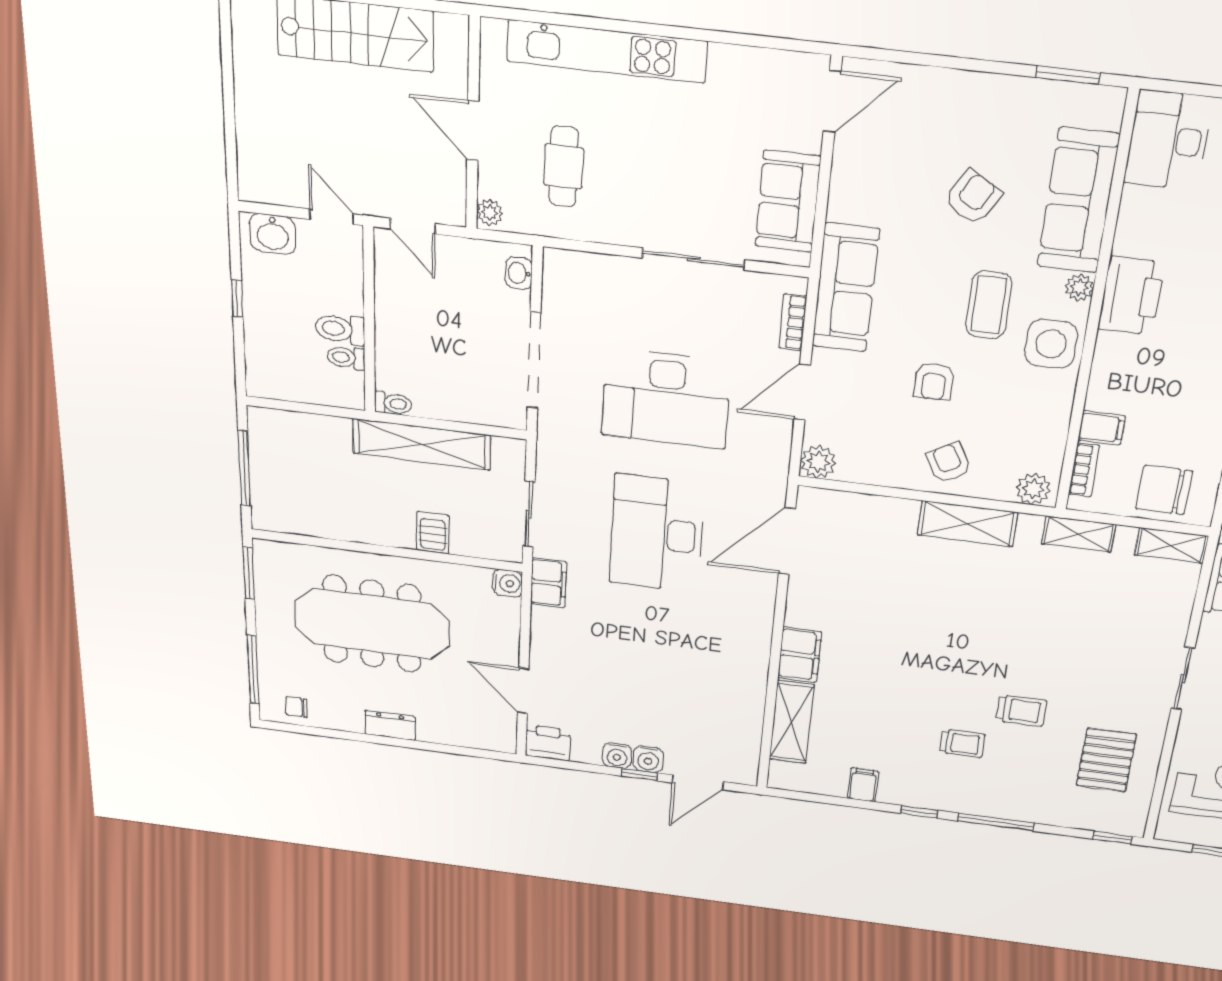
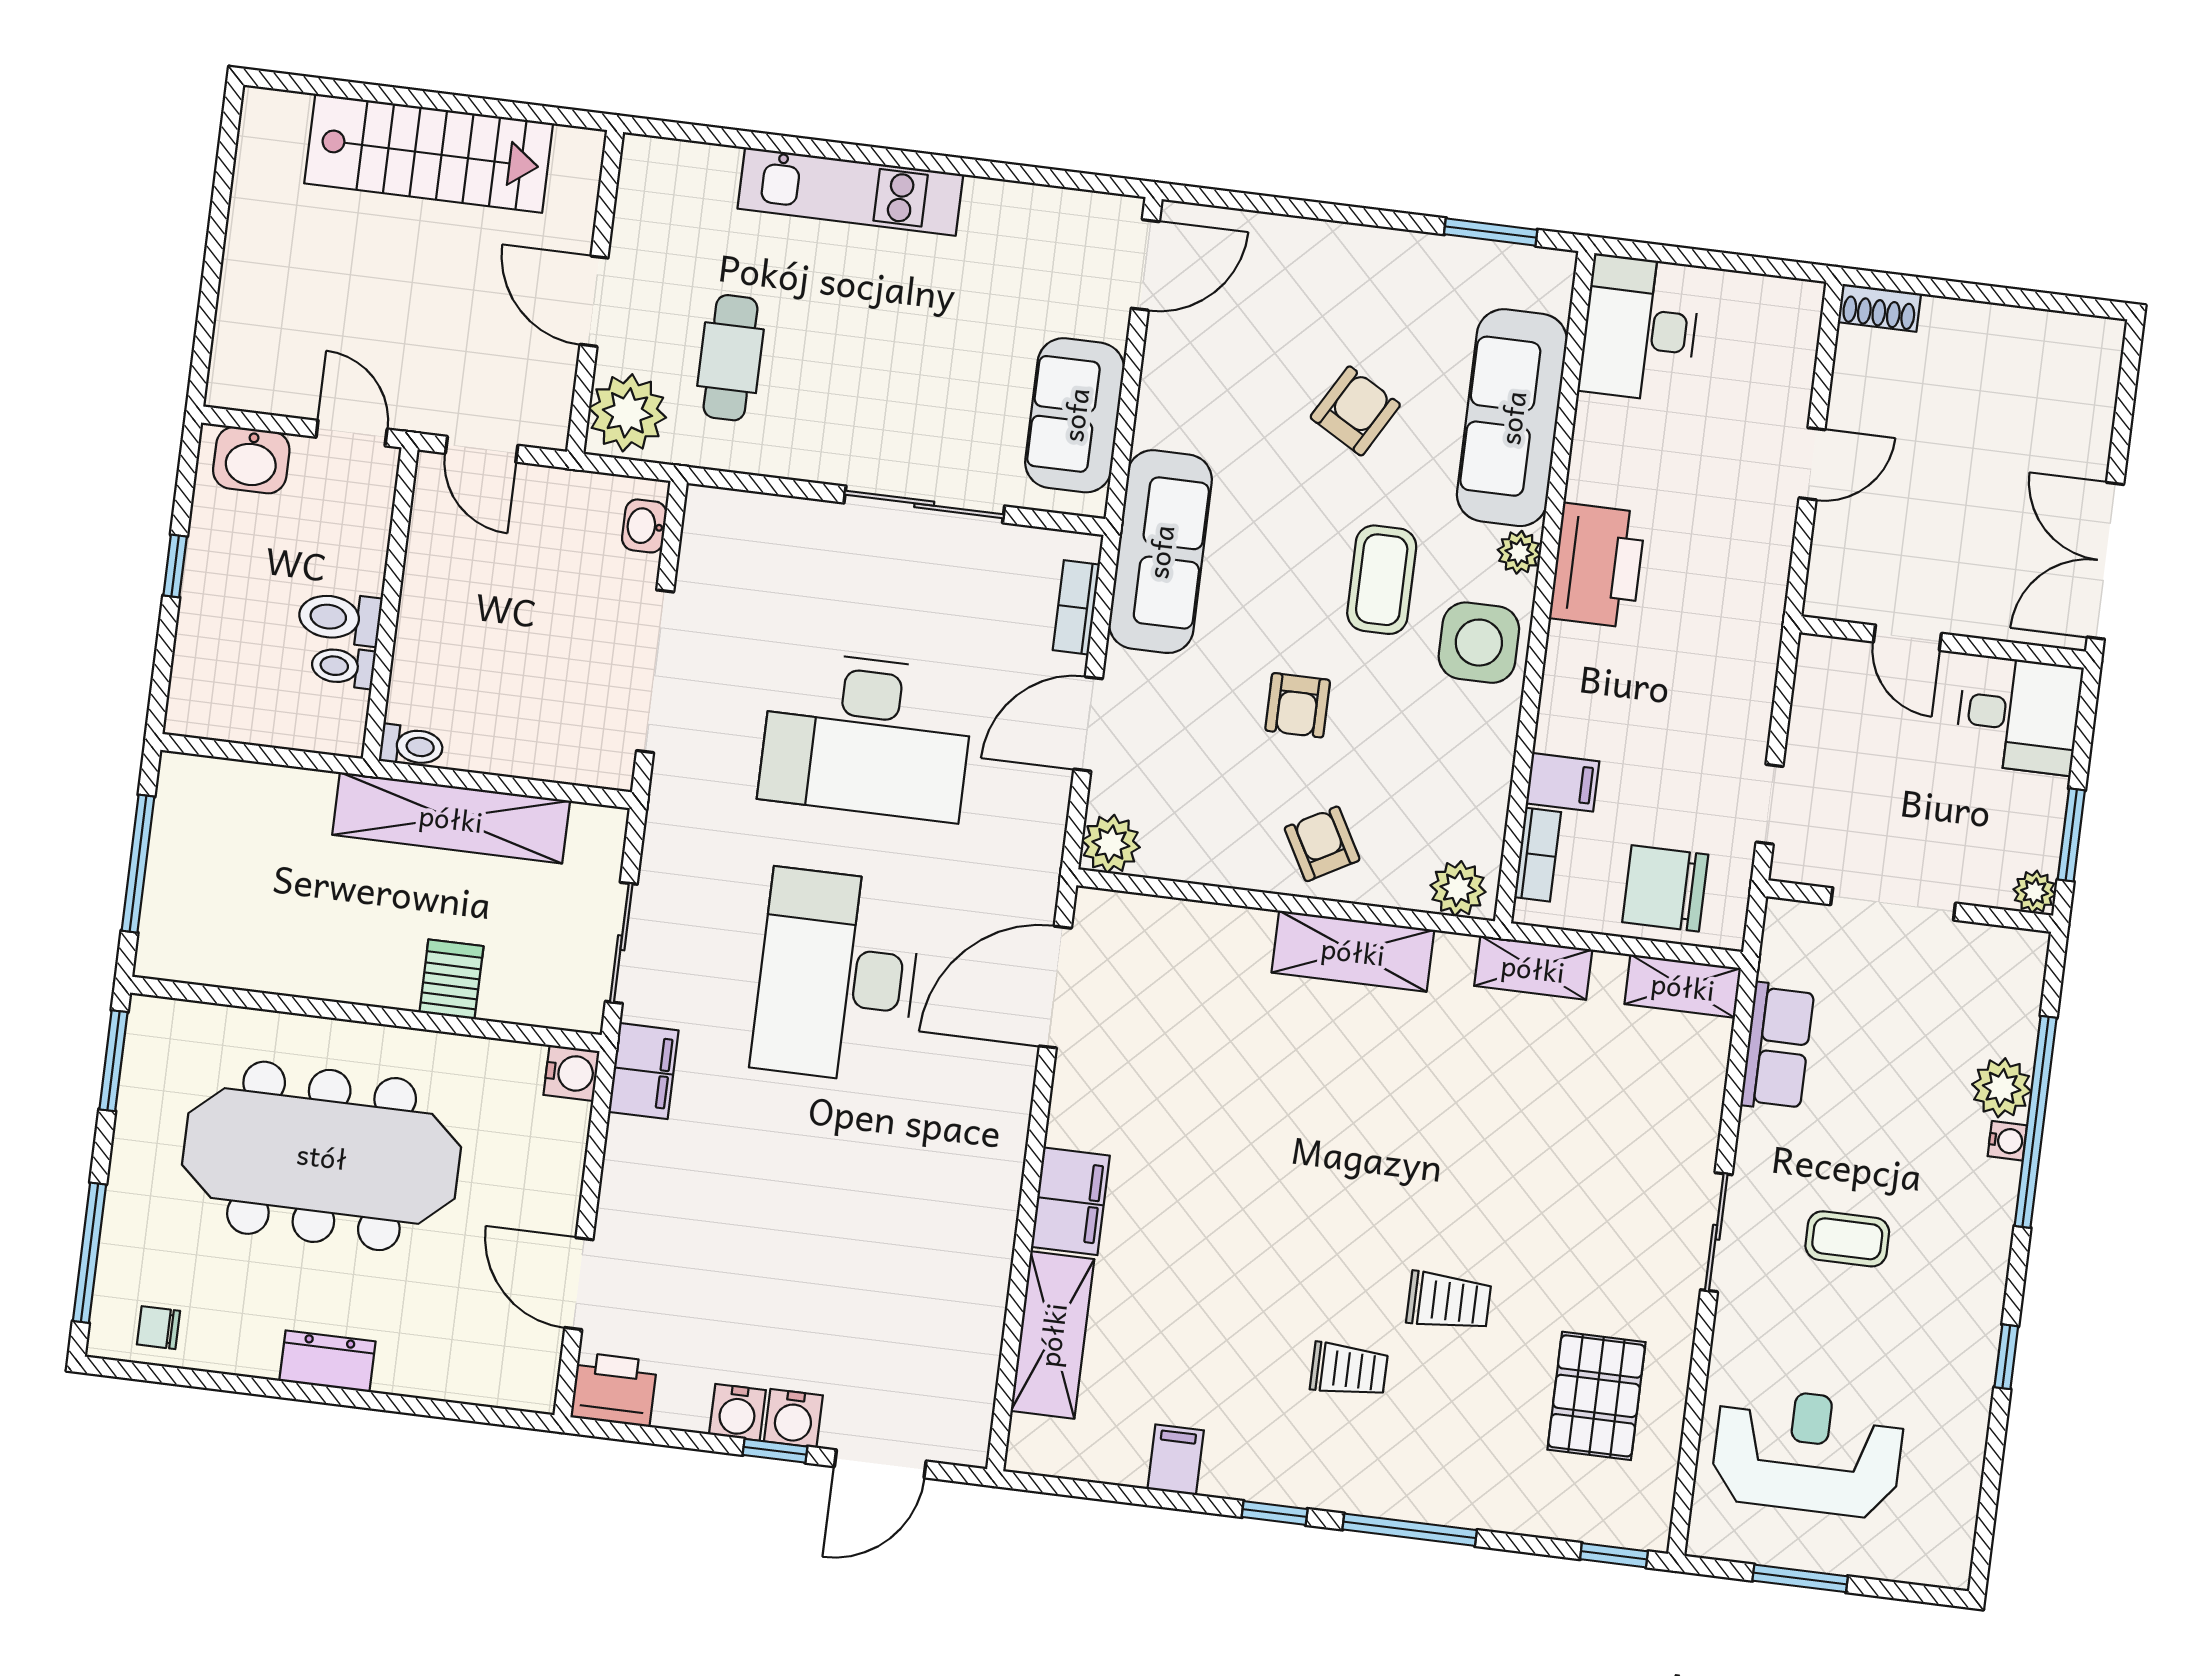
kitchen unit: (607, 51) -> (850, 191), width x0.73
plant: (490, 213) -> (627, 413), width x1.88, depth x1.88

